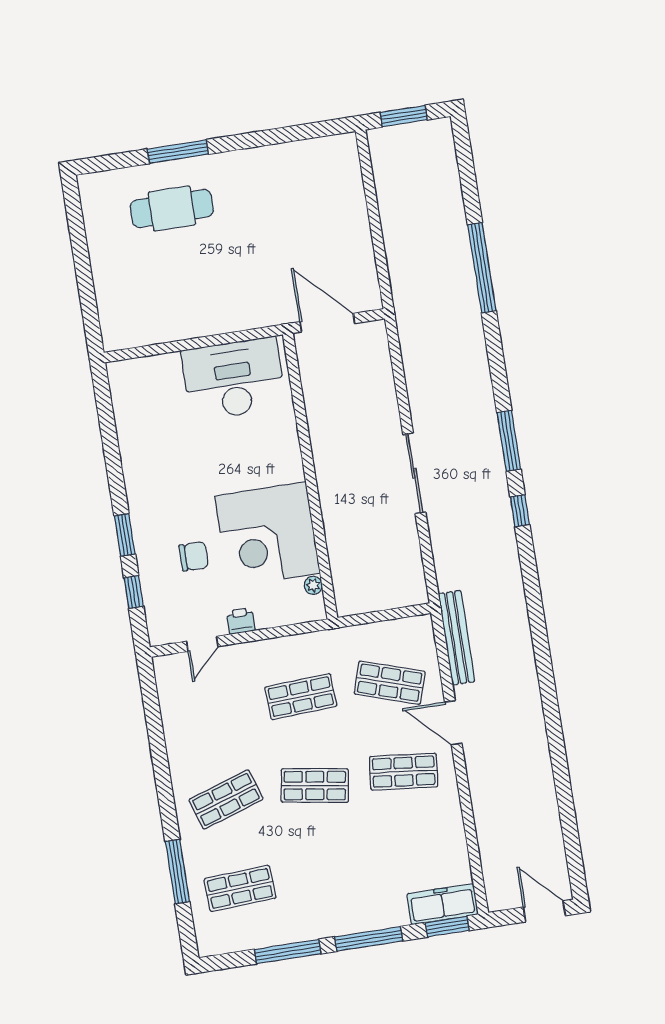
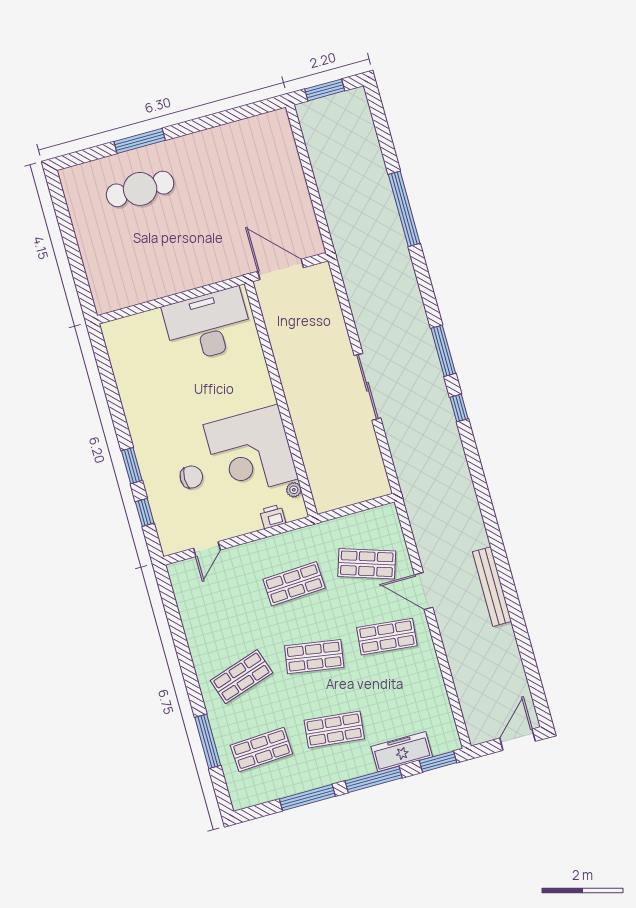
printer: (241, 621) -> (273, 517), moved
bench: (457, 638) -> (492, 587), moved
shop shelf: (329, 875) -> (334, 729), added
freezer: (443, 904) -> (402, 752), moved
door: (544, 911) -> (518, 740), hinge flipped

